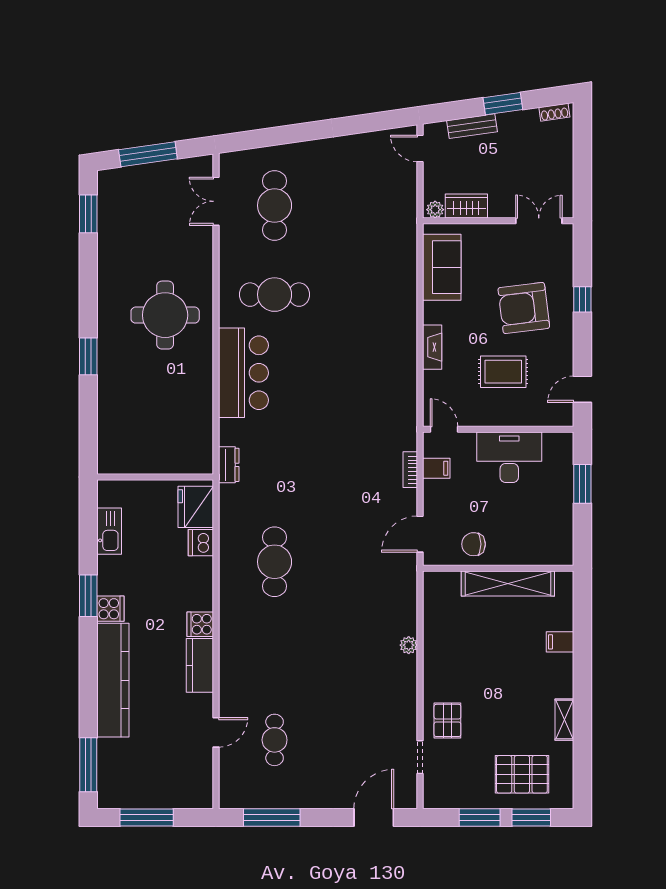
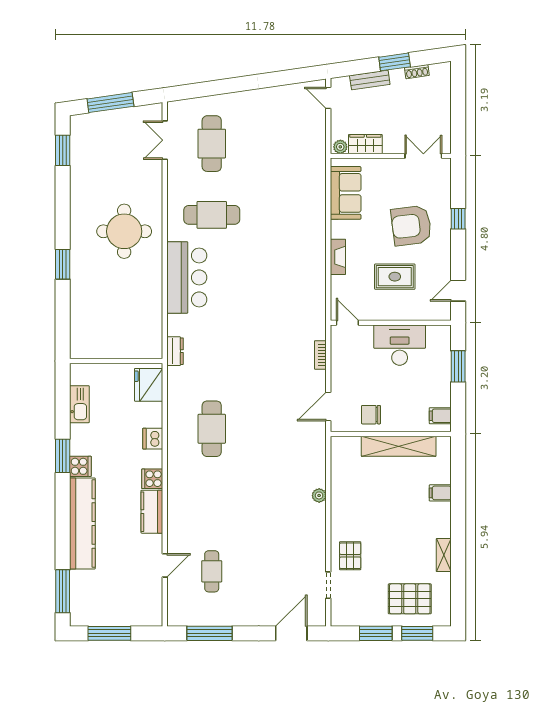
shoe rack: (554, 112) -> (417, 72), moved
filing cabinet: (436, 468) -> (440, 416), moved, turned 180
dishwasher: (201, 543) -> (153, 439), moved

